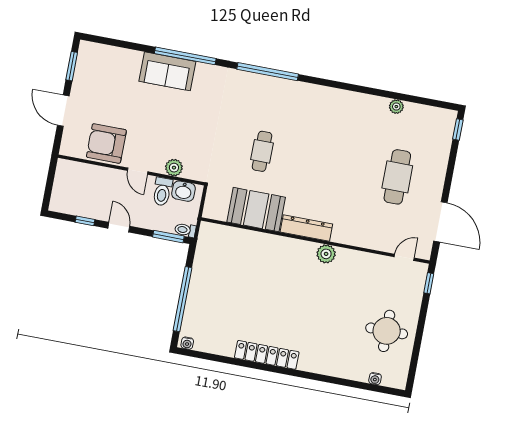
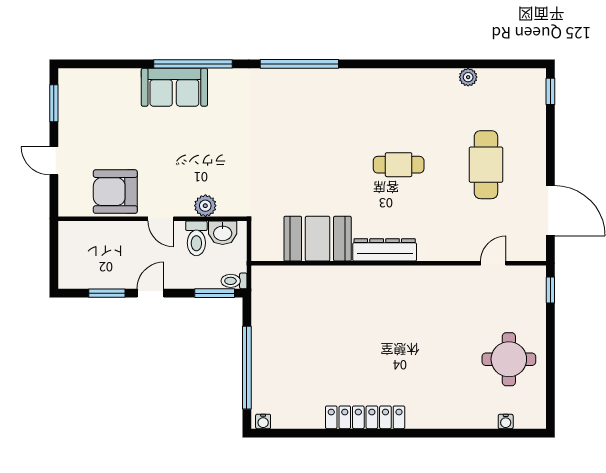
door: (63, 111) -> (54, 161), width x0.73
cafe table: (262, 151) -> (399, 165), moved, turned 90
window: (85, 221) -> (107, 293), width x1.50
door: (119, 227) -> (150, 293), hinge flipped
plant: (326, 254) -> (415, 277), removed
door: (404, 257) -> (493, 263), moved

